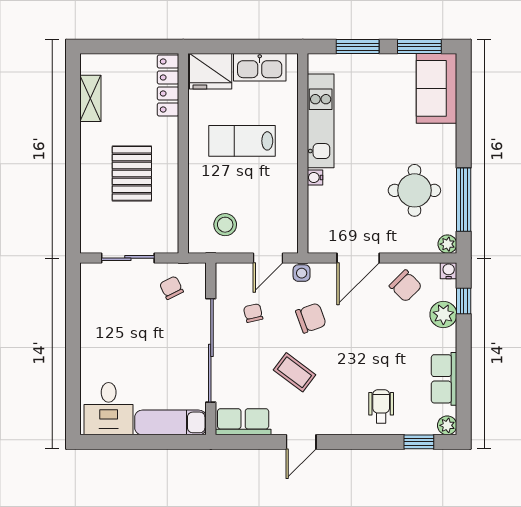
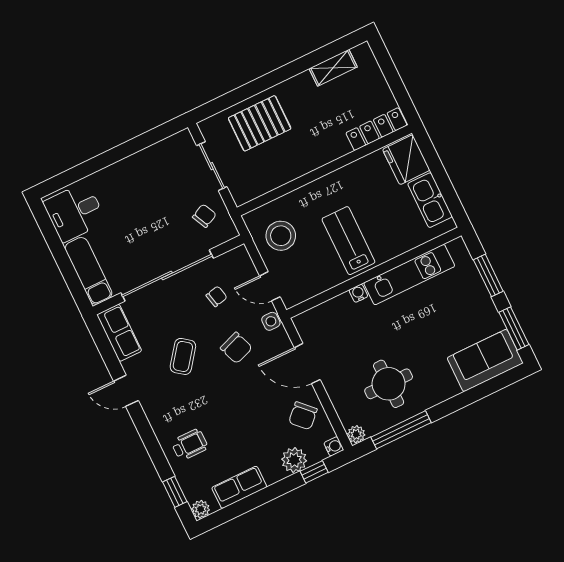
lab bench: (242, 141) -> (348, 241), moved
pallet: (132, 173) -> (260, 123), moved
stool: (225, 225) -> (281, 236), width x1.38, depth x1.38

